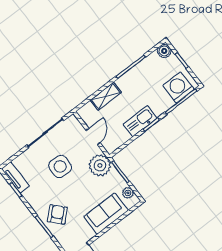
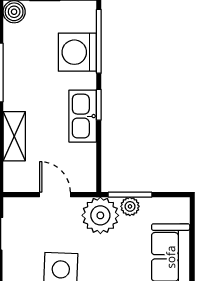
washing machine: (178, 87) -> (77, 52), moved
plant: (128, 193) -> (130, 206), moved

